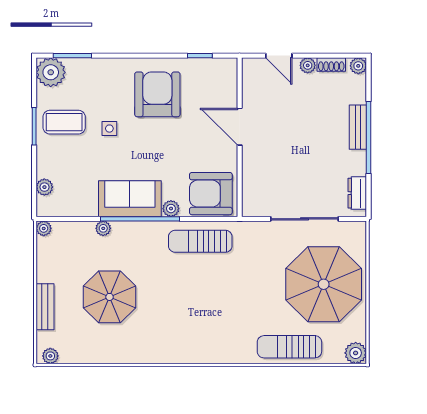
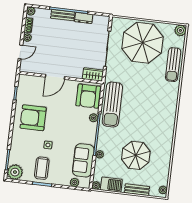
dresser: (357, 193) -> (84, 18), moved
wardrobe: (253, 198) -> (93, 74), added
sofa: (130, 199) -> (83, 160), moved
sun lounger: (200, 241) -> (112, 105), width x1.36, depth x1.34
barbecue: (49, 257) -> (111, 185), added

